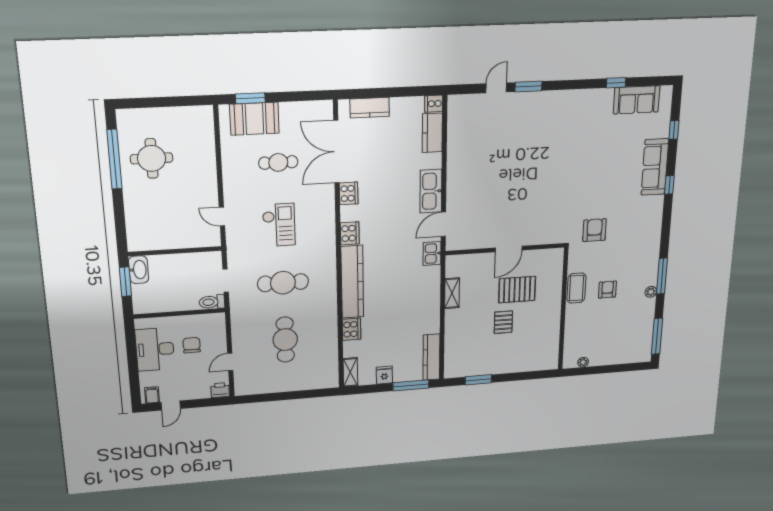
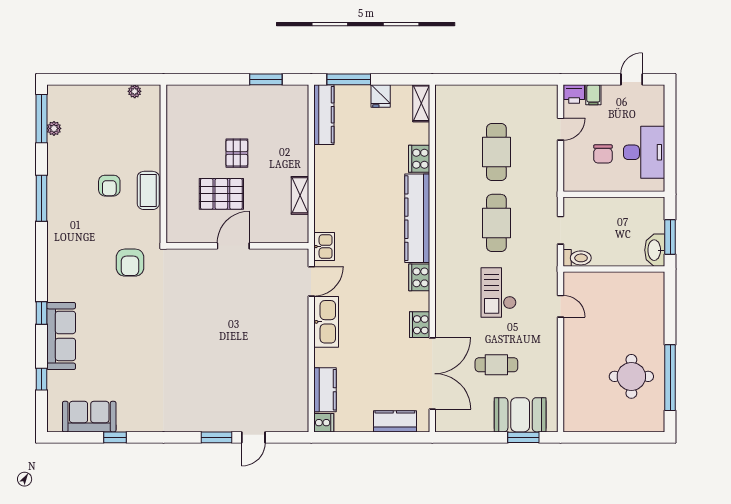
cafe table: (283, 283) -> (496, 223), turned 90
plant: (651, 292) -> (54, 128), moved
toilet: (212, 302) -> (577, 258), moved
filing cabinet: (152, 395) -> (593, 95), moved

